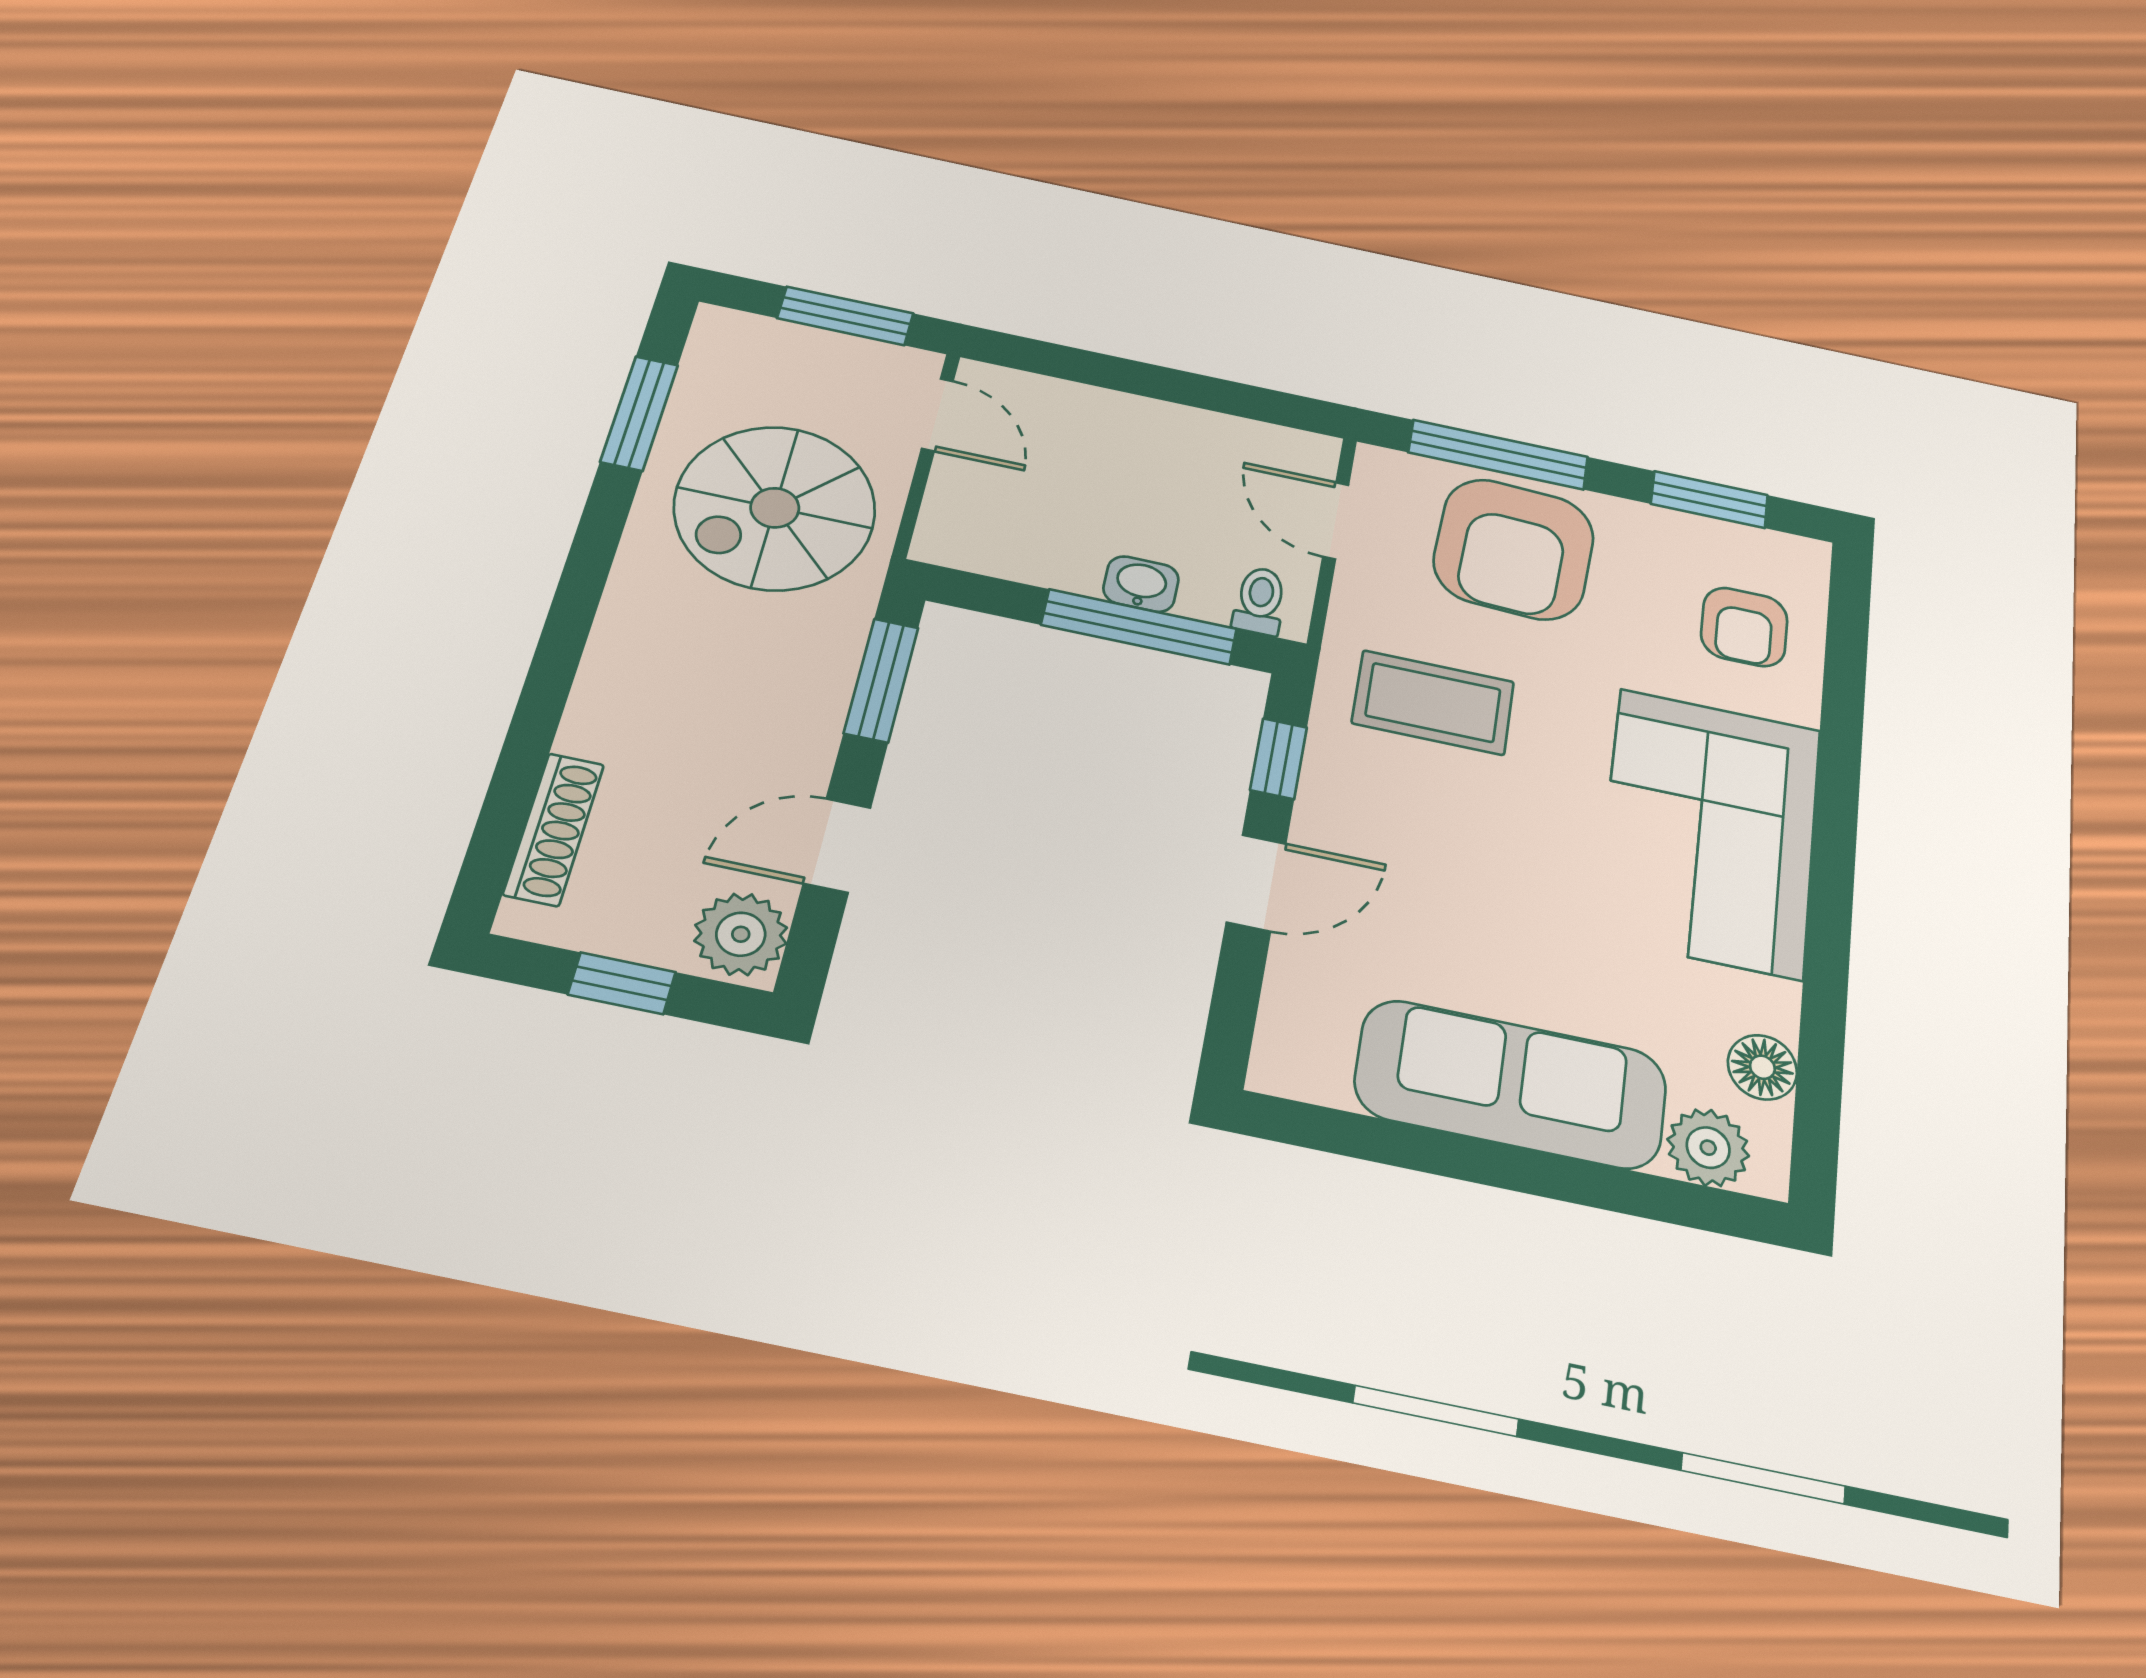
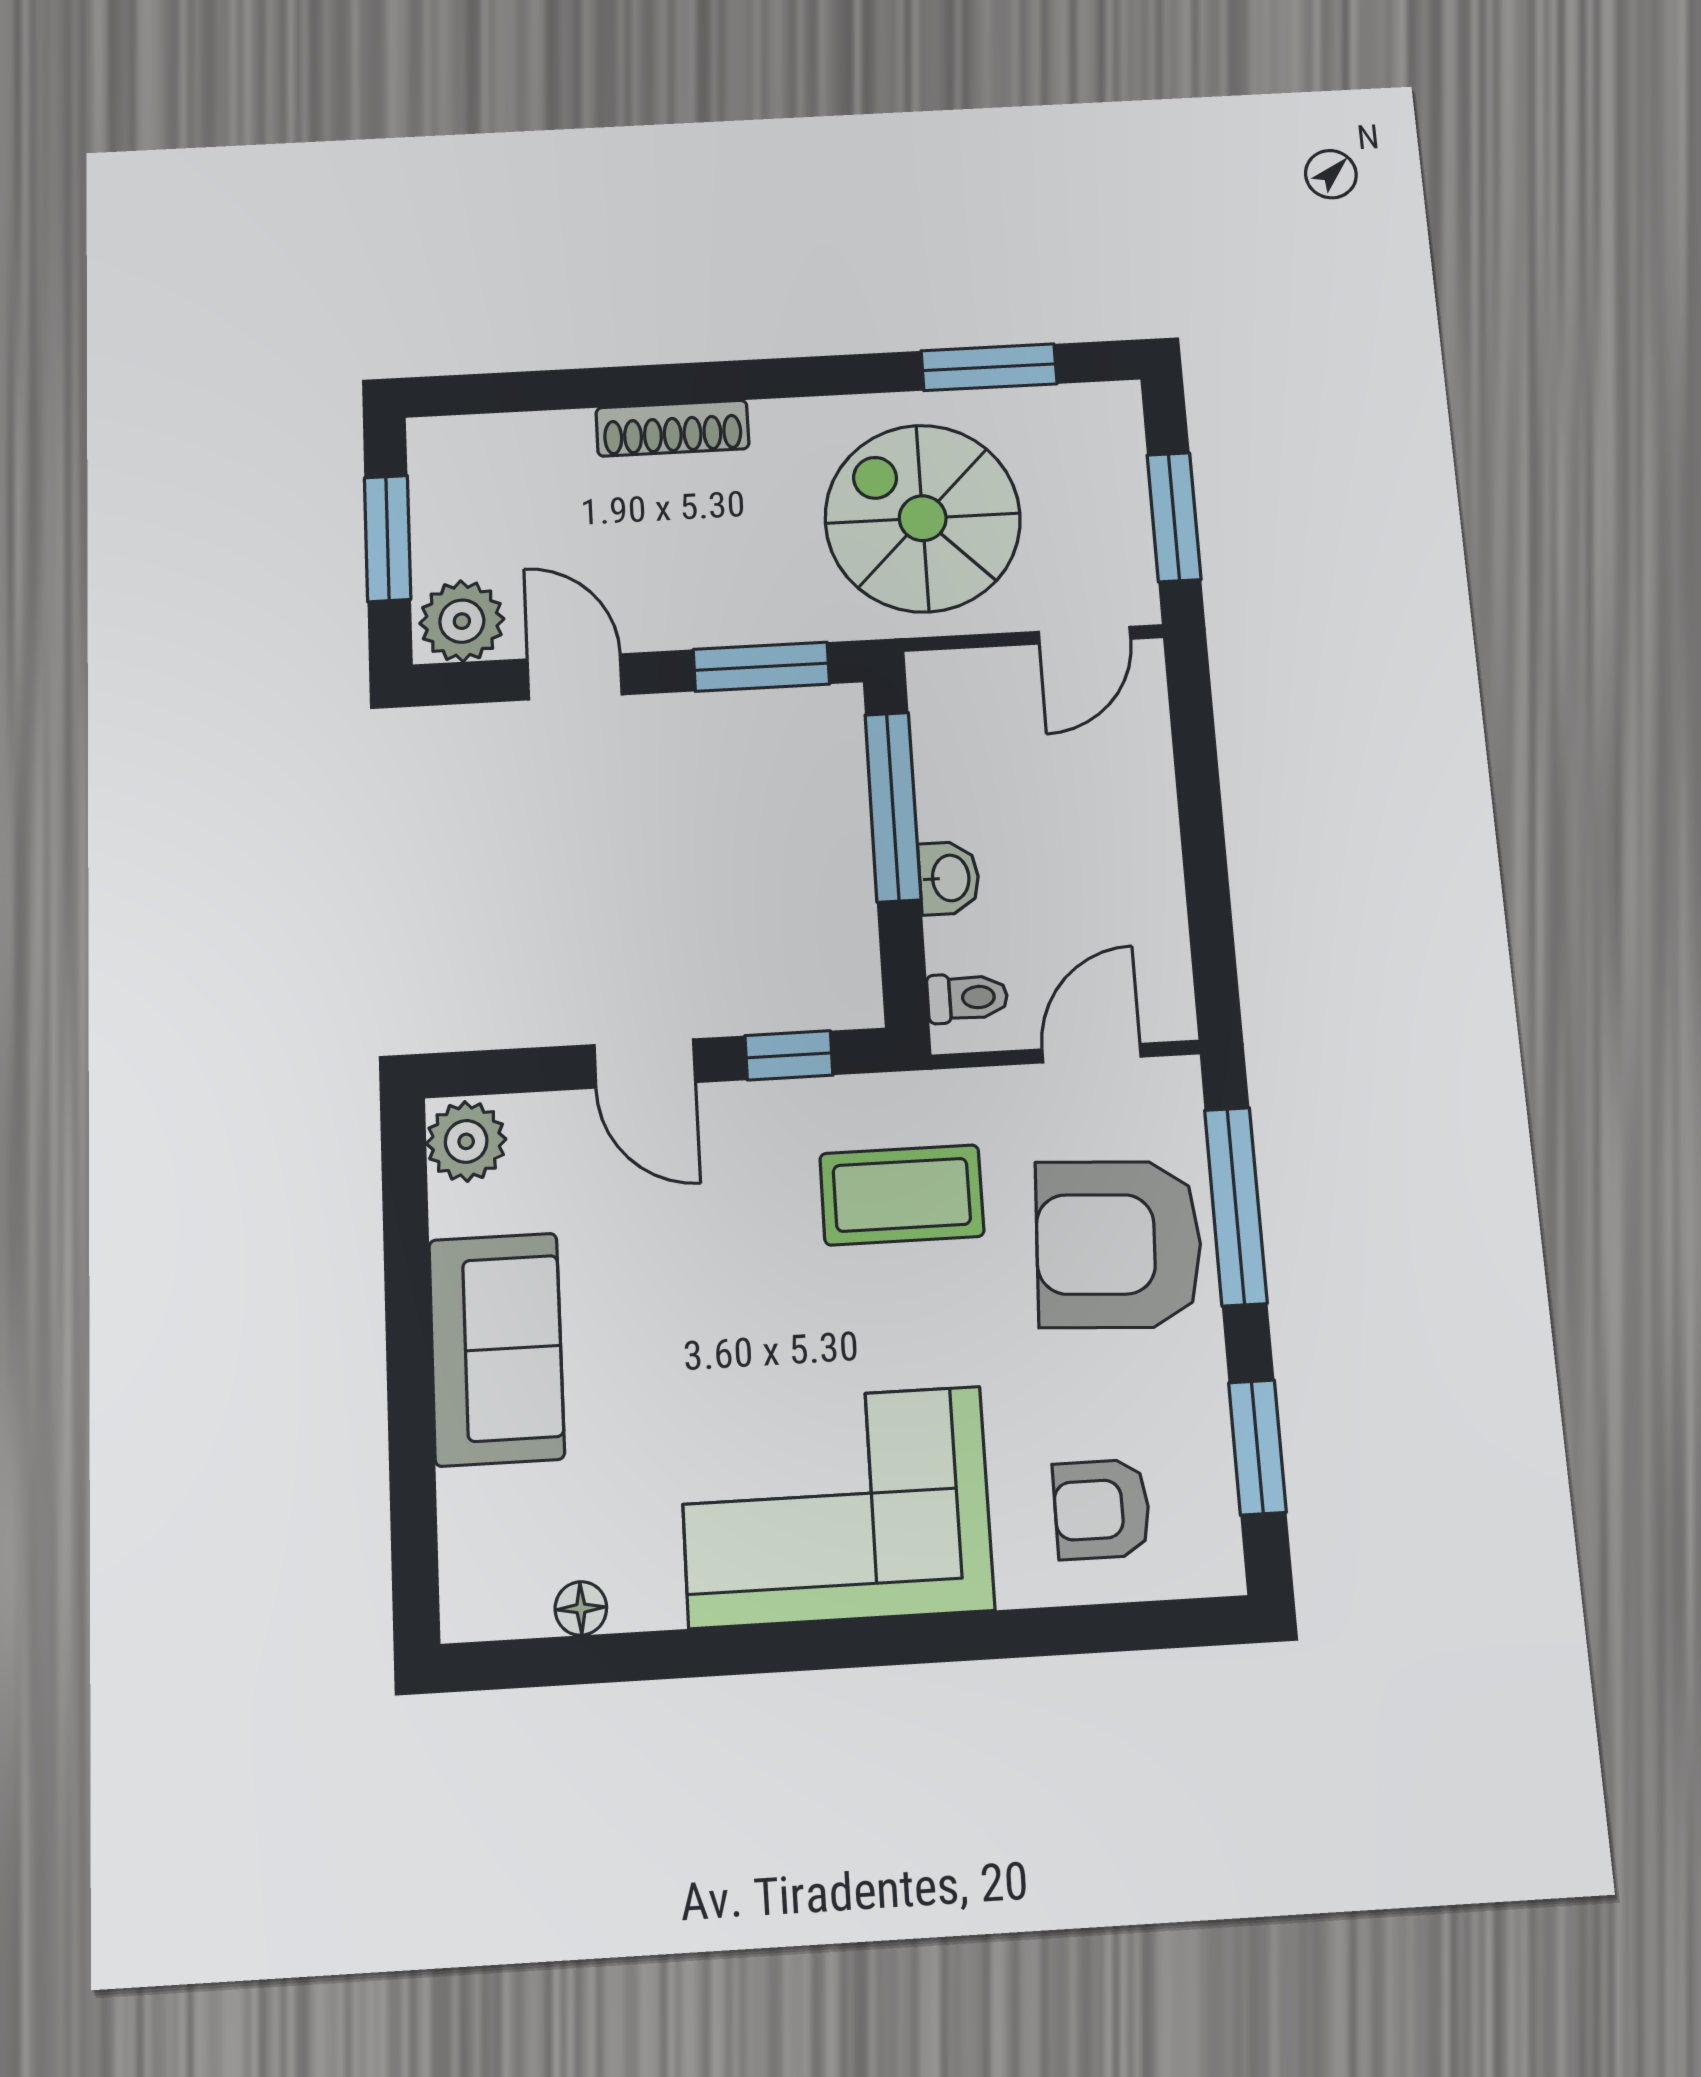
window: (1139, 627) -> (893, 807), moved
coffee table: (1433, 702) -> (902, 1195), turned 90
shoe rack: (554, 829) -> (672, 428), moved
window: (622, 983) -> (388, 538), width x1.50
floor lamp: (1762, 1067) -> (581, 1608), width x0.73, depth x0.73
sofa: (1511, 1084) -> (496, 1349), width x0.73
plant: (1708, 1148) -> (466, 1141), moved

